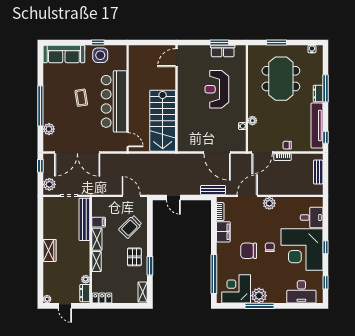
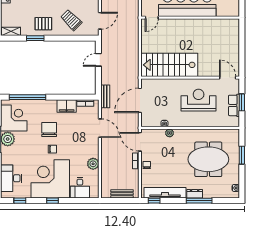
door: (176, 58) -> (228, 78), moved
wall: (176, 98) -> (190, 78), moved
stairs: (163, 121) -> (169, 65), moved
plant: (269, 203) -> (93, 164), moved

